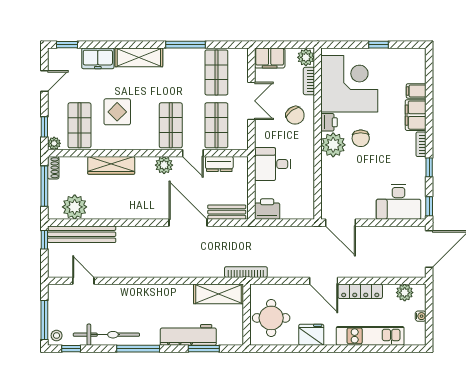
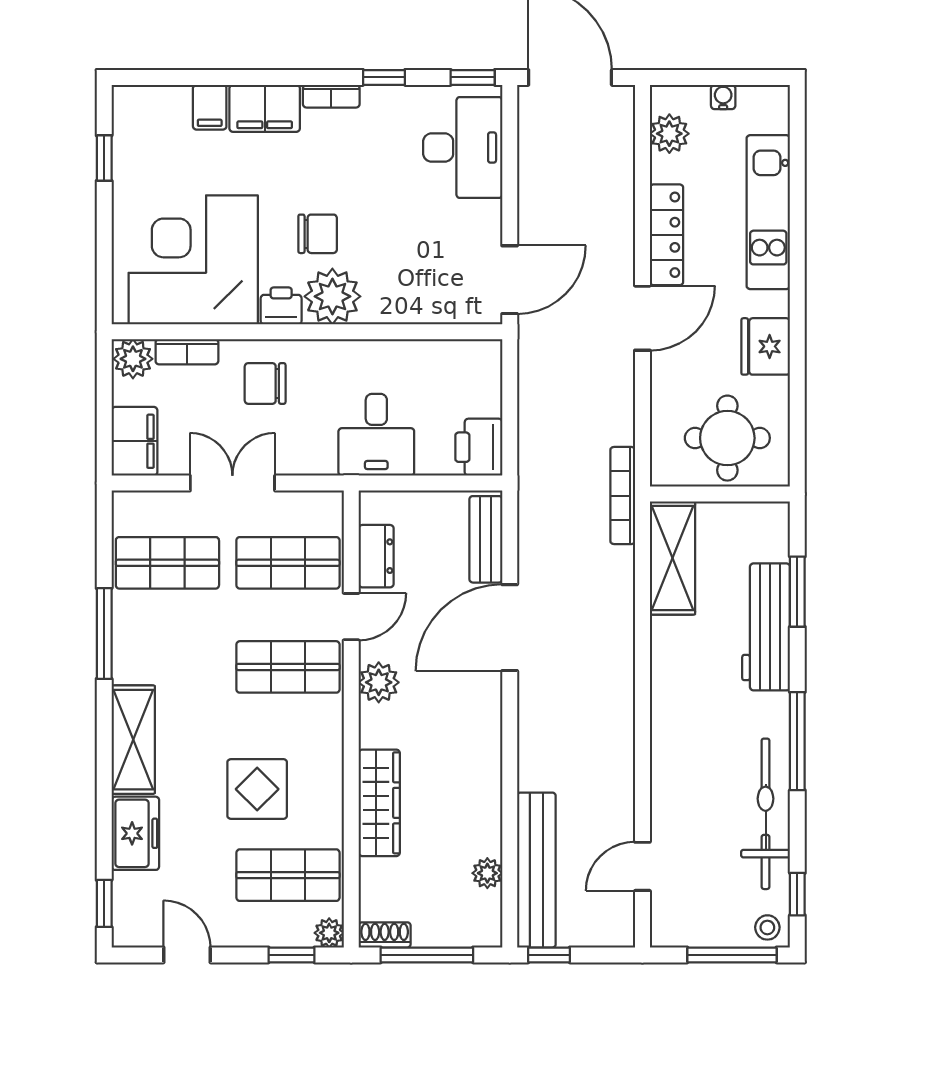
window: (378, 45) -> (104, 158), moved
chair: (295, 115) -> (265, 383), turned -144
plant: (75, 207) -> (487, 873), width x0.53, depth x0.53

